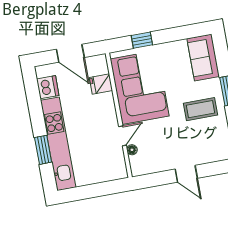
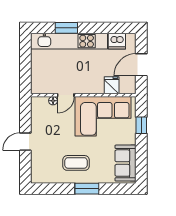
sofa: (203, 58) -> (125, 163), moved, turned -90
coffee table: (200, 109) -> (76, 163), turned 90
door: (123, 136) -> (66, 95), hinge flipped

